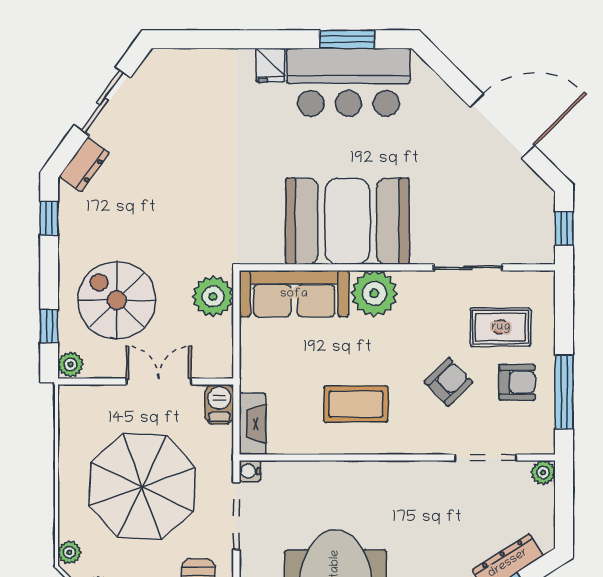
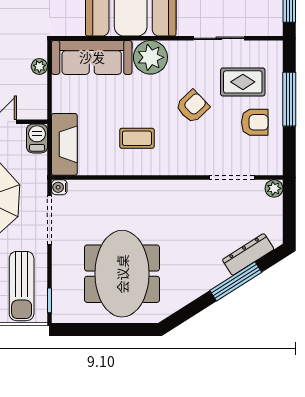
plant: (213, 296) -> (39, 66), width x0.53, depth x0.53
armchair: (448, 382) -> (193, 106), moved
window: (564, 392) -> (289, 99), moved
coffee table: (356, 404) -> (137, 138), width x0.73, depth x0.77
fireplace: (253, 424) -> (64, 144), width x1.37, depth x1.32

